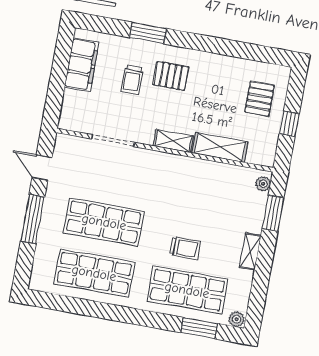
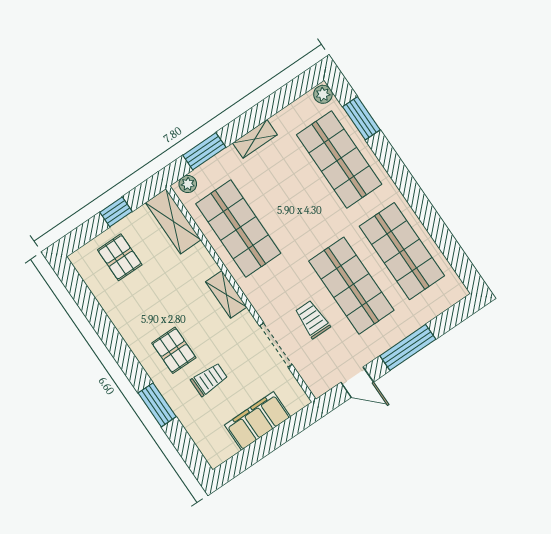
filing cabinet: (82, 65) -> (258, 421), moved
pallet: (260, 99) -> (120, 257), turned 90
shelving: (220, 147) -> (173, 221), moved
door: (42, 168) -> (357, 382), hinge flipped
shop shelf: (206, 188) -> (238, 228), added
trolley: (185, 248) -> (312, 319), moved

